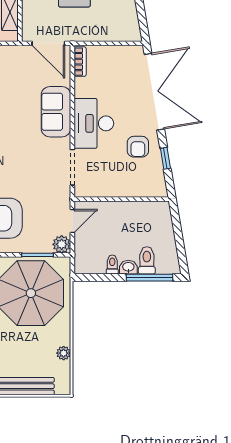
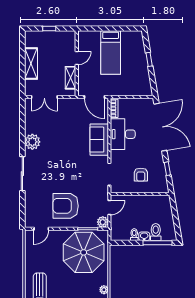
desk: (94, 123) -> (123, 134), moved
armchair: (138, 147) -> (141, 175), moved

